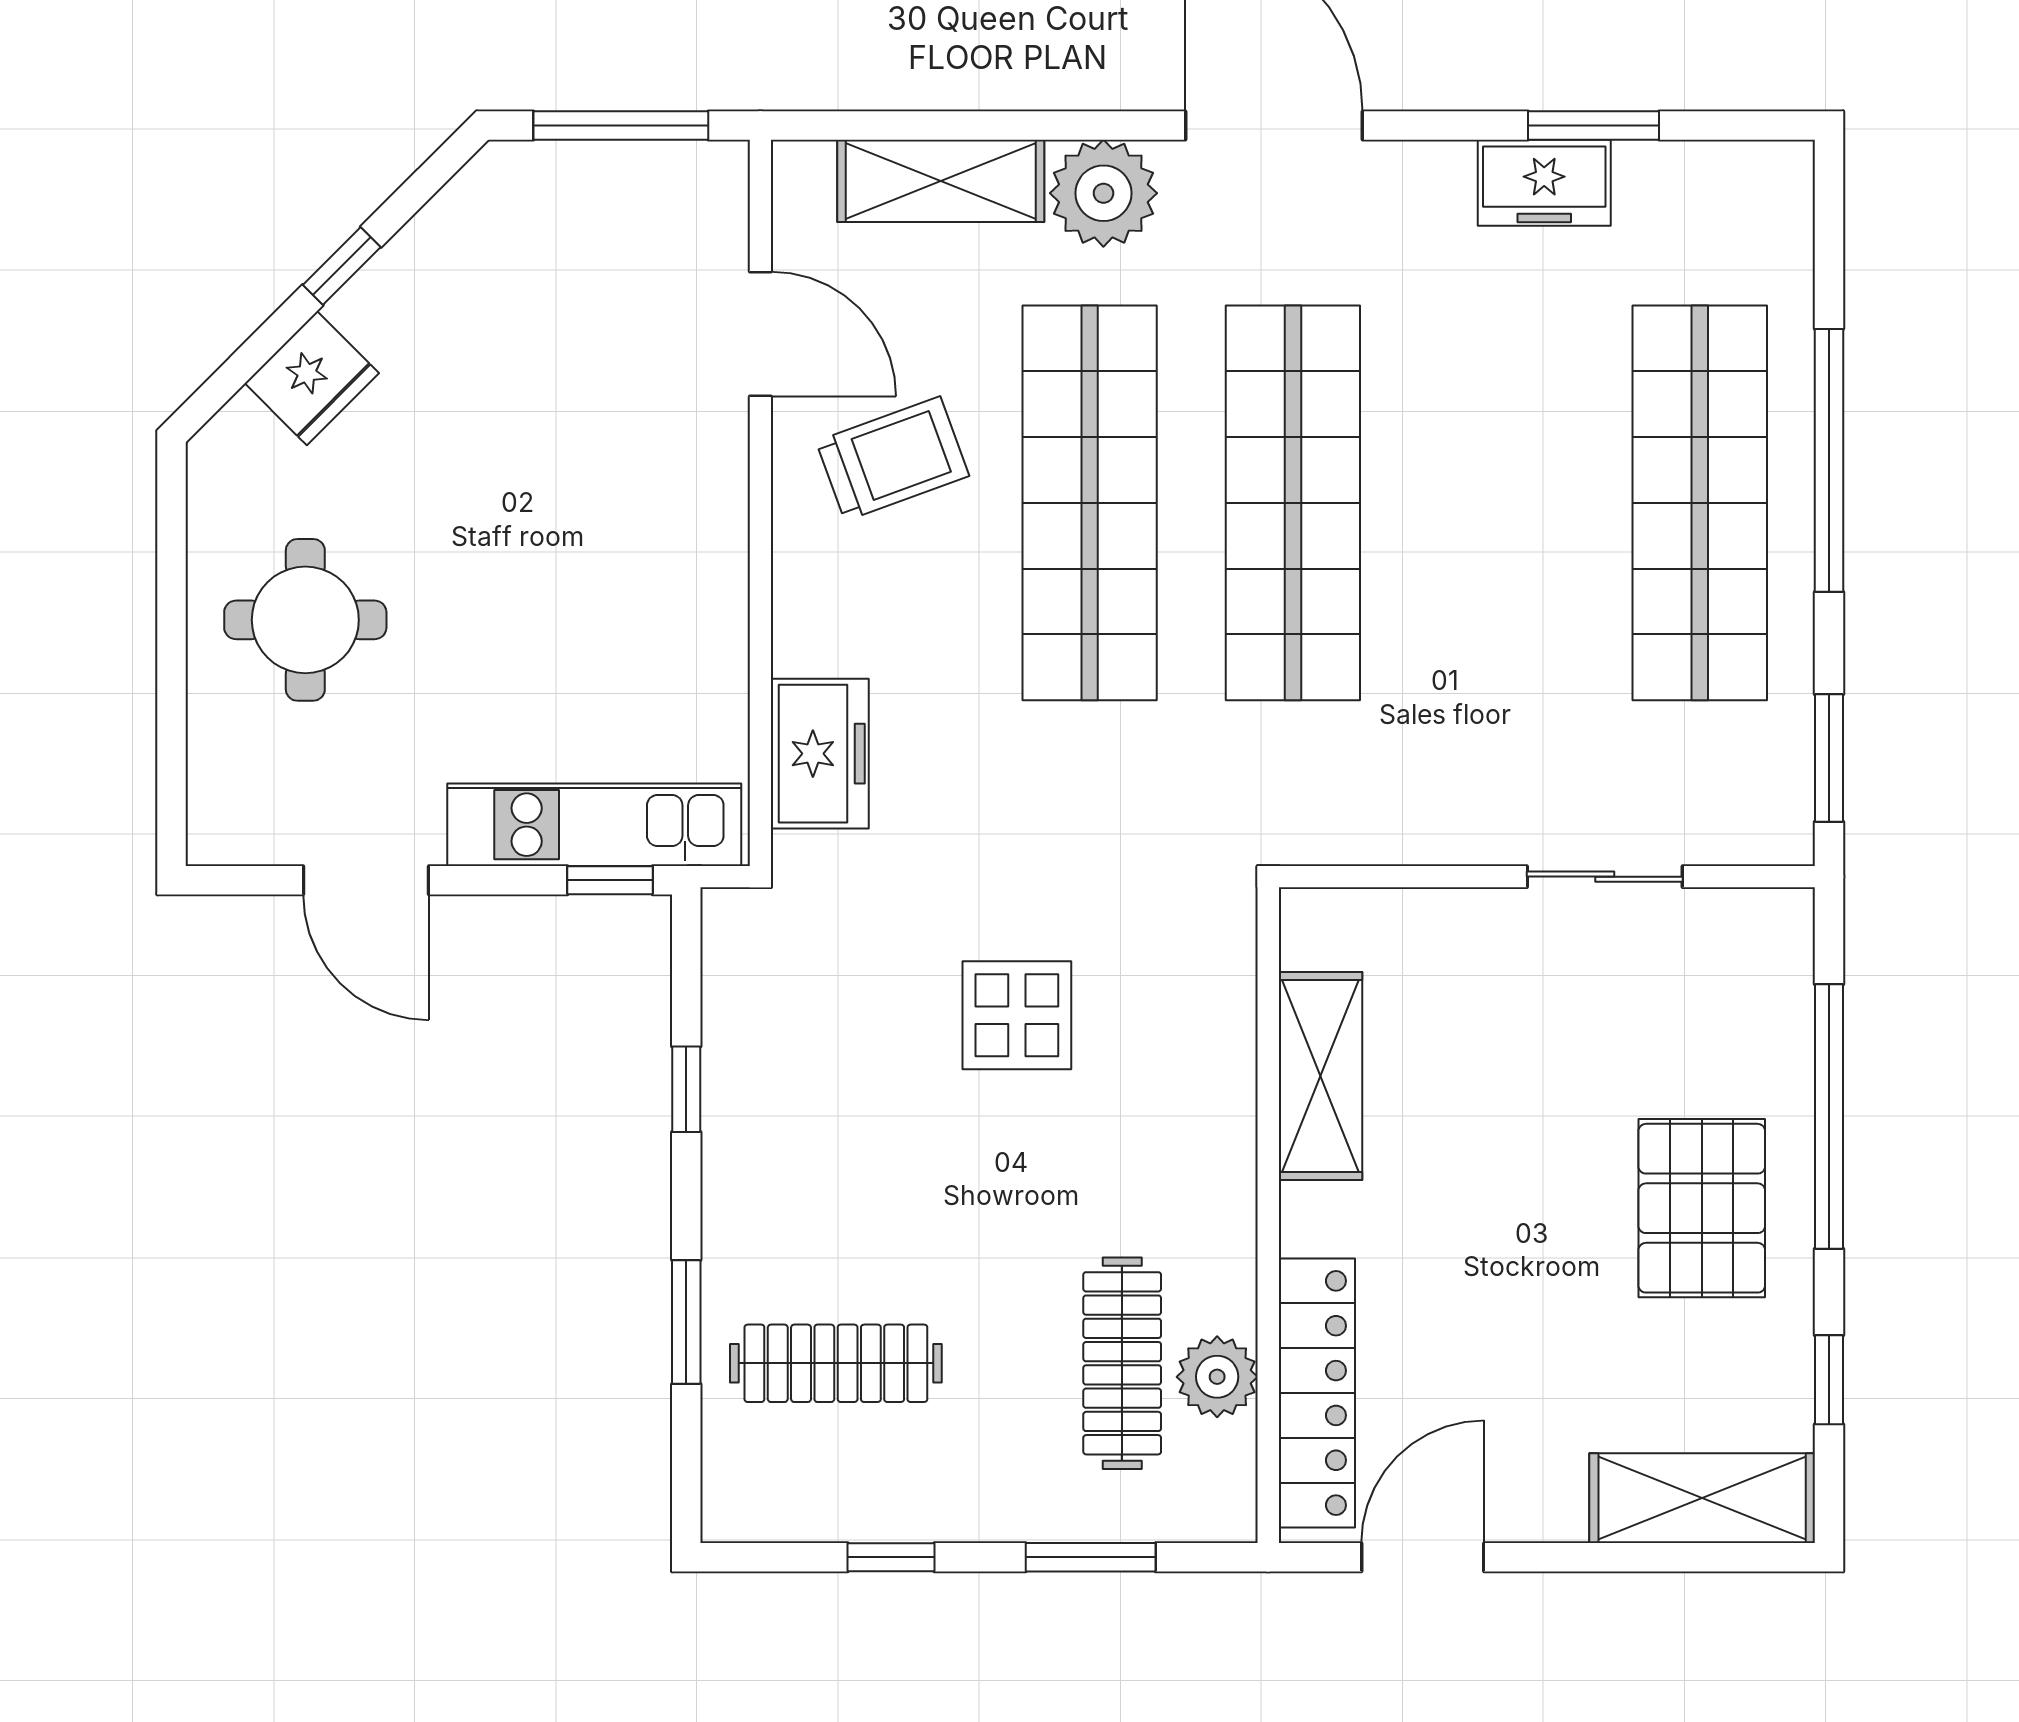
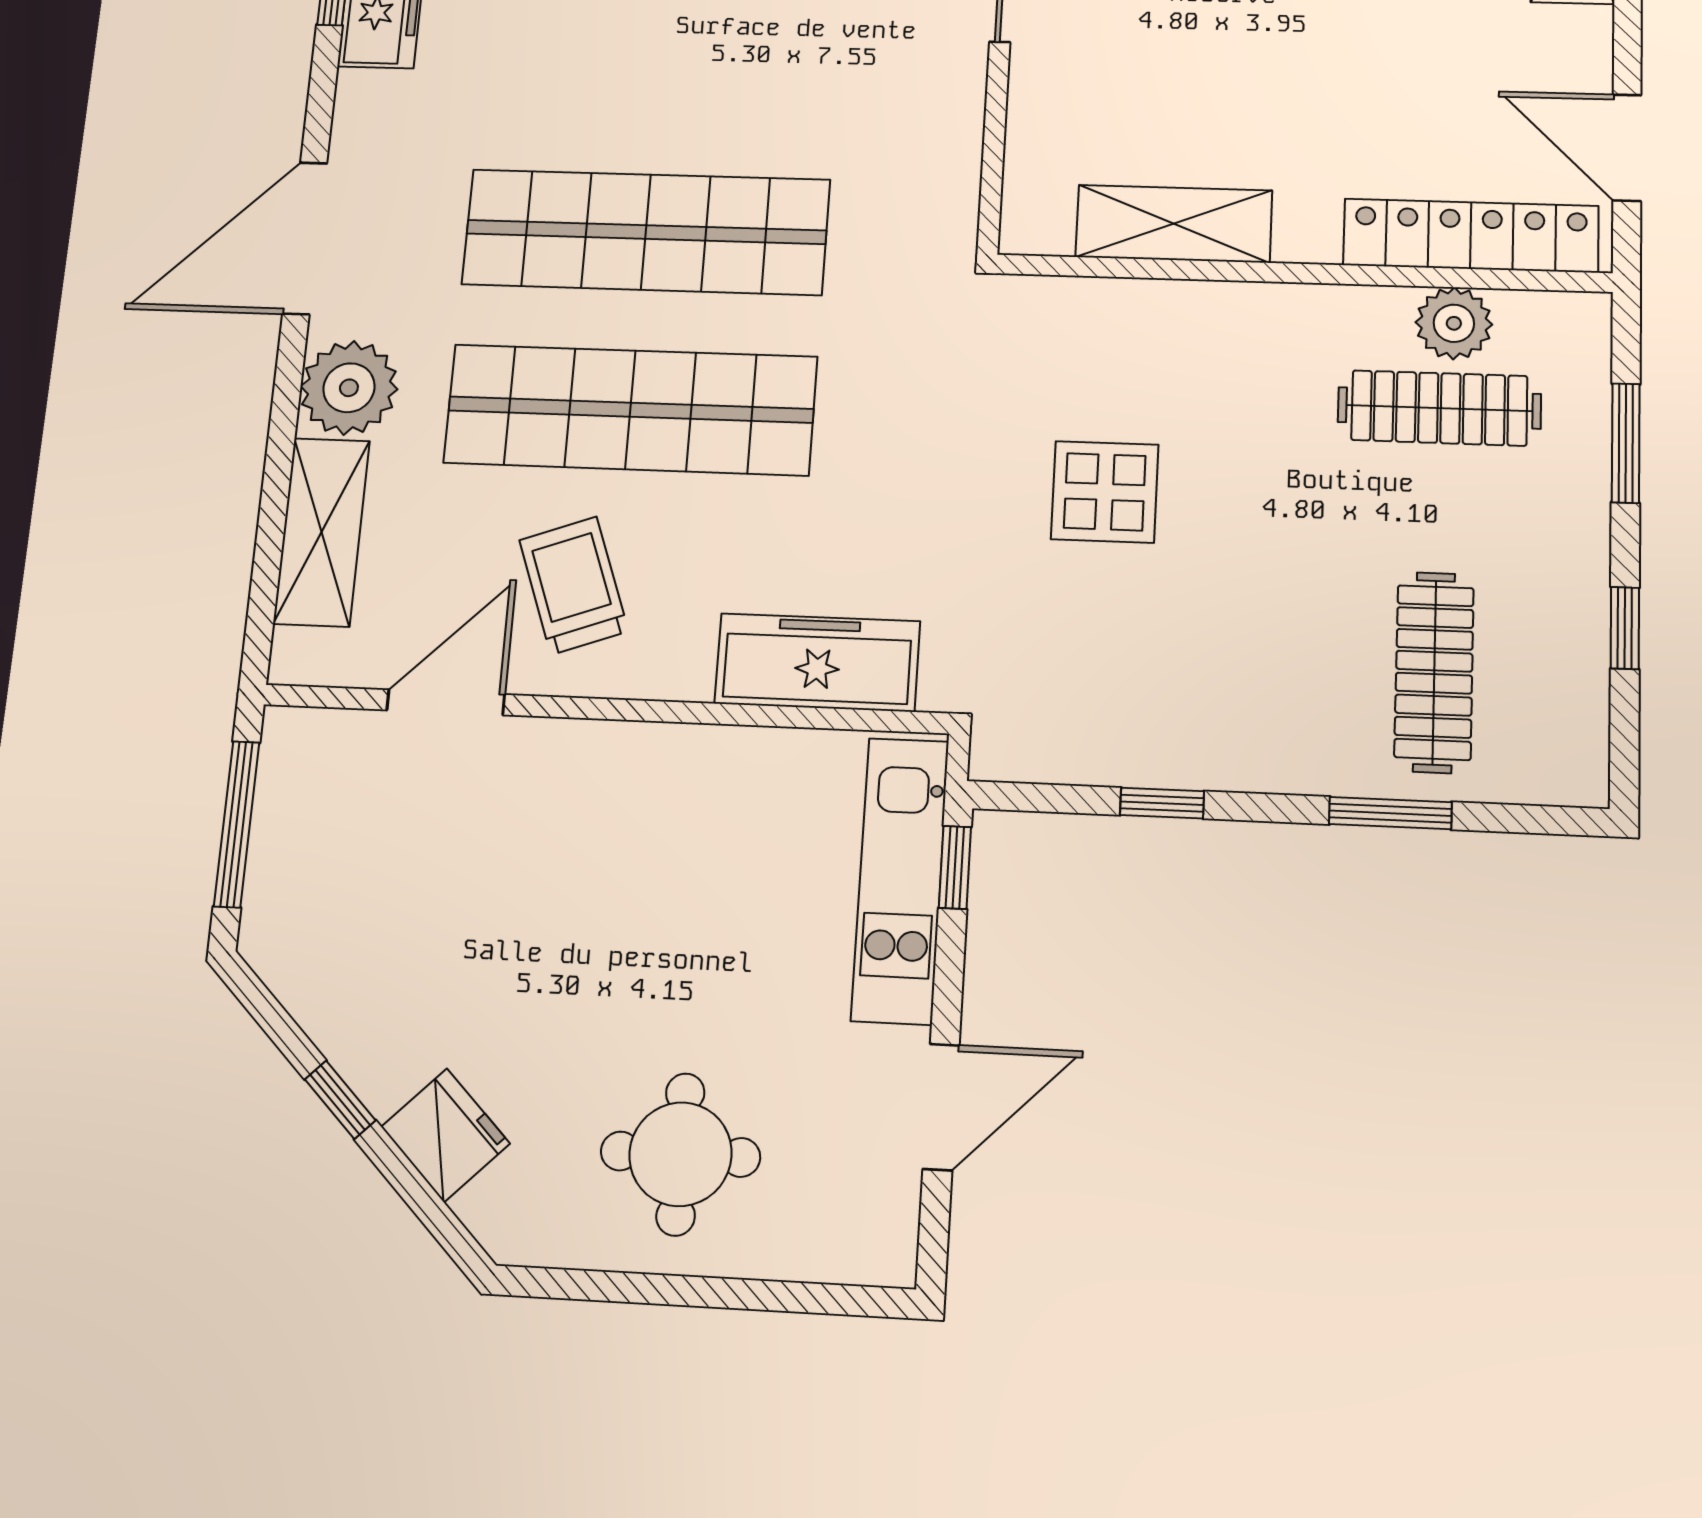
freezer: (820, 754) -> (817, 662), width x1.40

